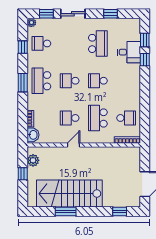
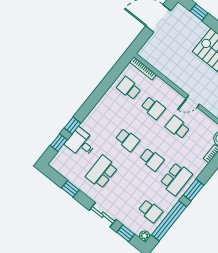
window: (23, 47) -> (169, 221), width x3.17
school desk: (70, 118) -> (177, 127), turned 180
school desk: (98, 118) -> (153, 108), width x0.54

